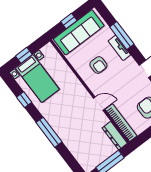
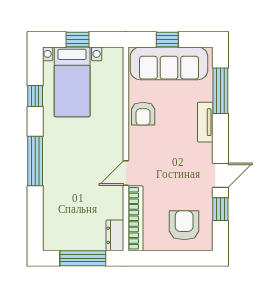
window: (122, 36) -> (220, 91), moved
armchair: (98, 65) -> (143, 114), moved
door: (99, 104) -> (126, 173), swing flipped
dresser: (115, 136) -> (115, 235), width x0.70

